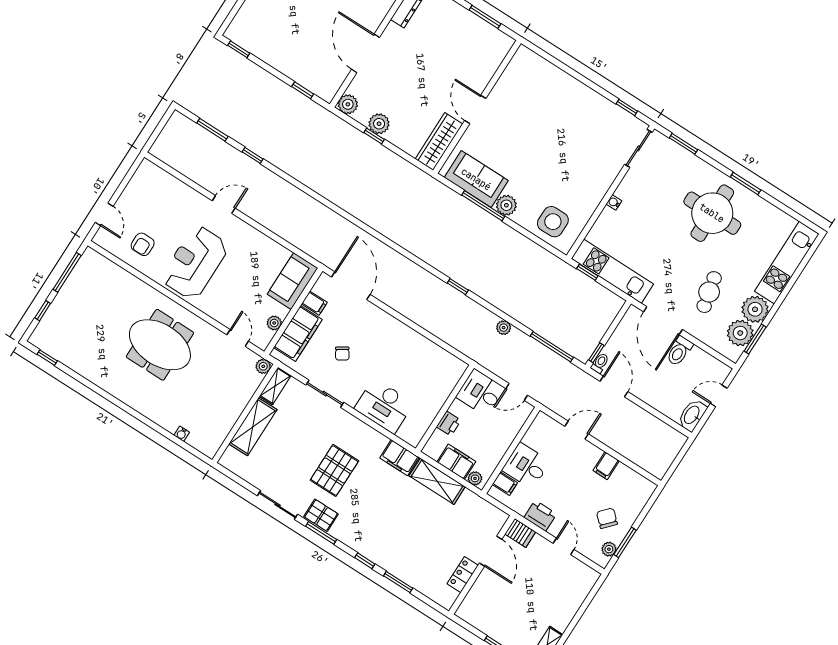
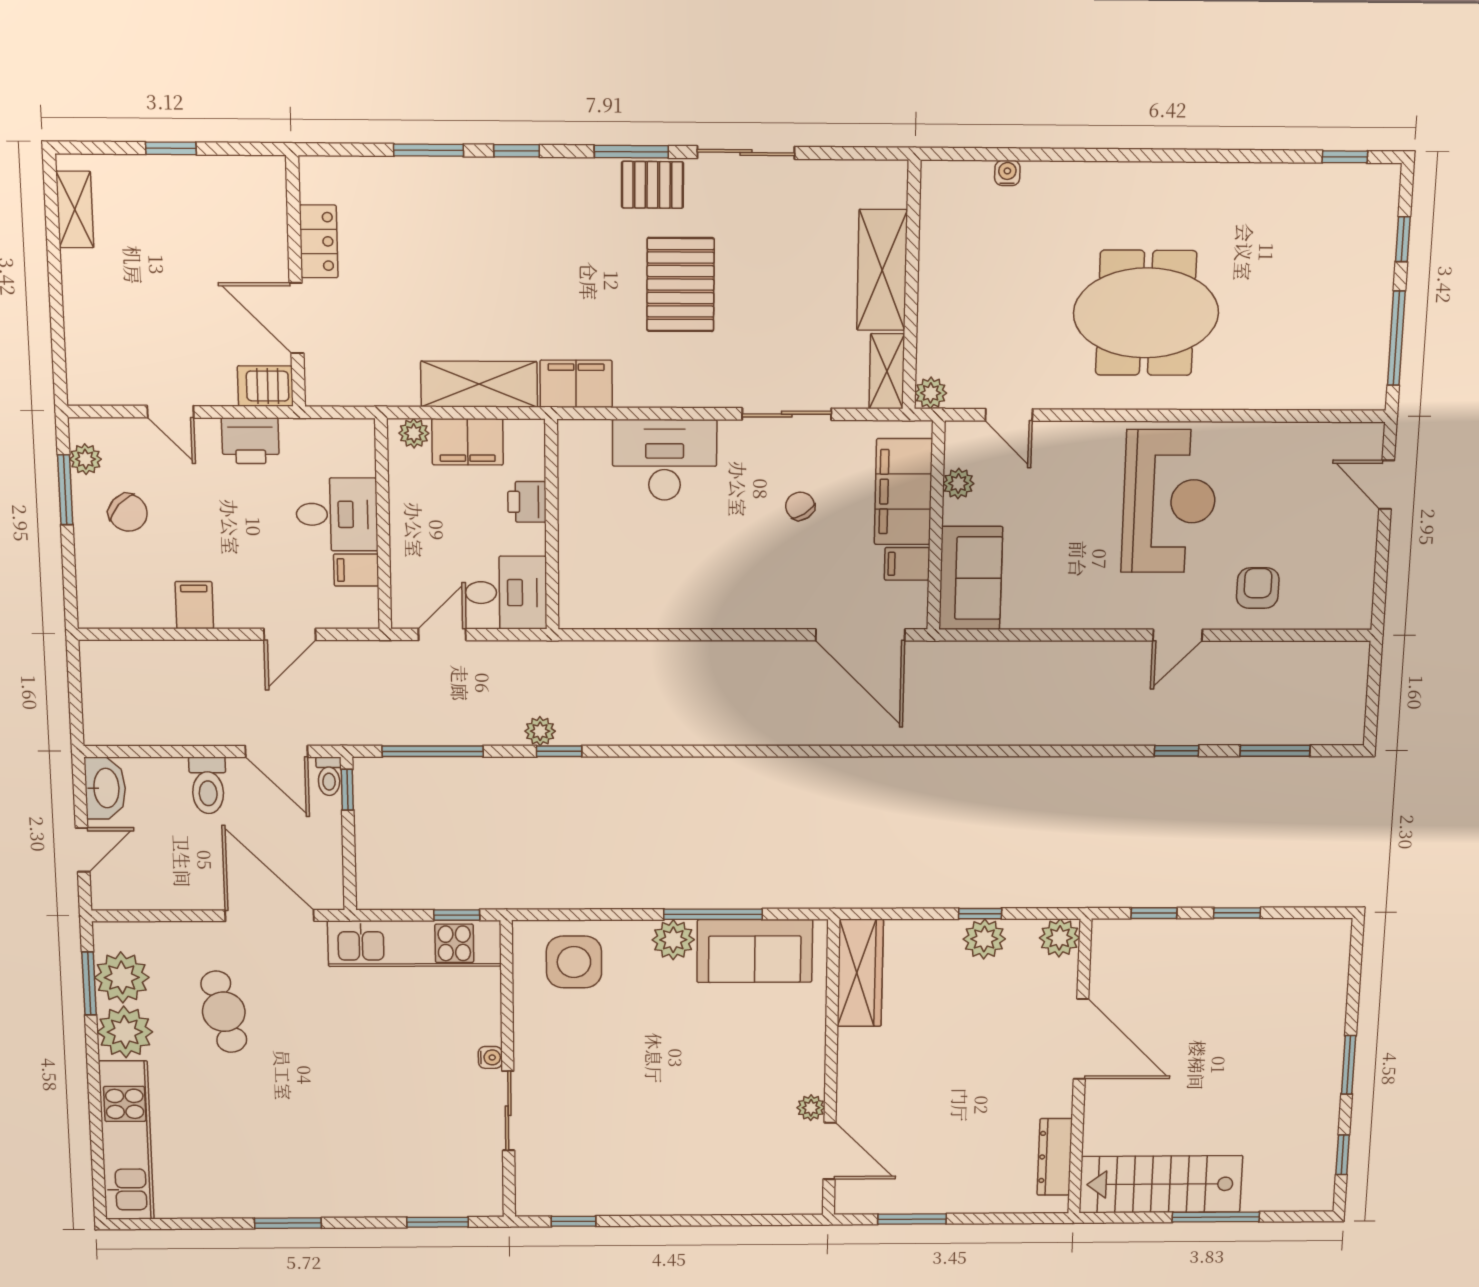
window: (239, 49) -> (1237, 913), moved
plant: (496, 95) -> (811, 1108), added
door: (475, 110) -> (830, 1151), moved
sliding door: (638, 148) -> (508, 1111), moved
round table: (712, 213) -> (310, 1142), removed
armchair: (143, 244) -> (1258, 588), moved
window: (458, 287) -> (559, 751), moved
toilet: (679, 351) -> (208, 785), moved, turned 180
filing cabinet: (505, 484) -> (356, 570), moved

